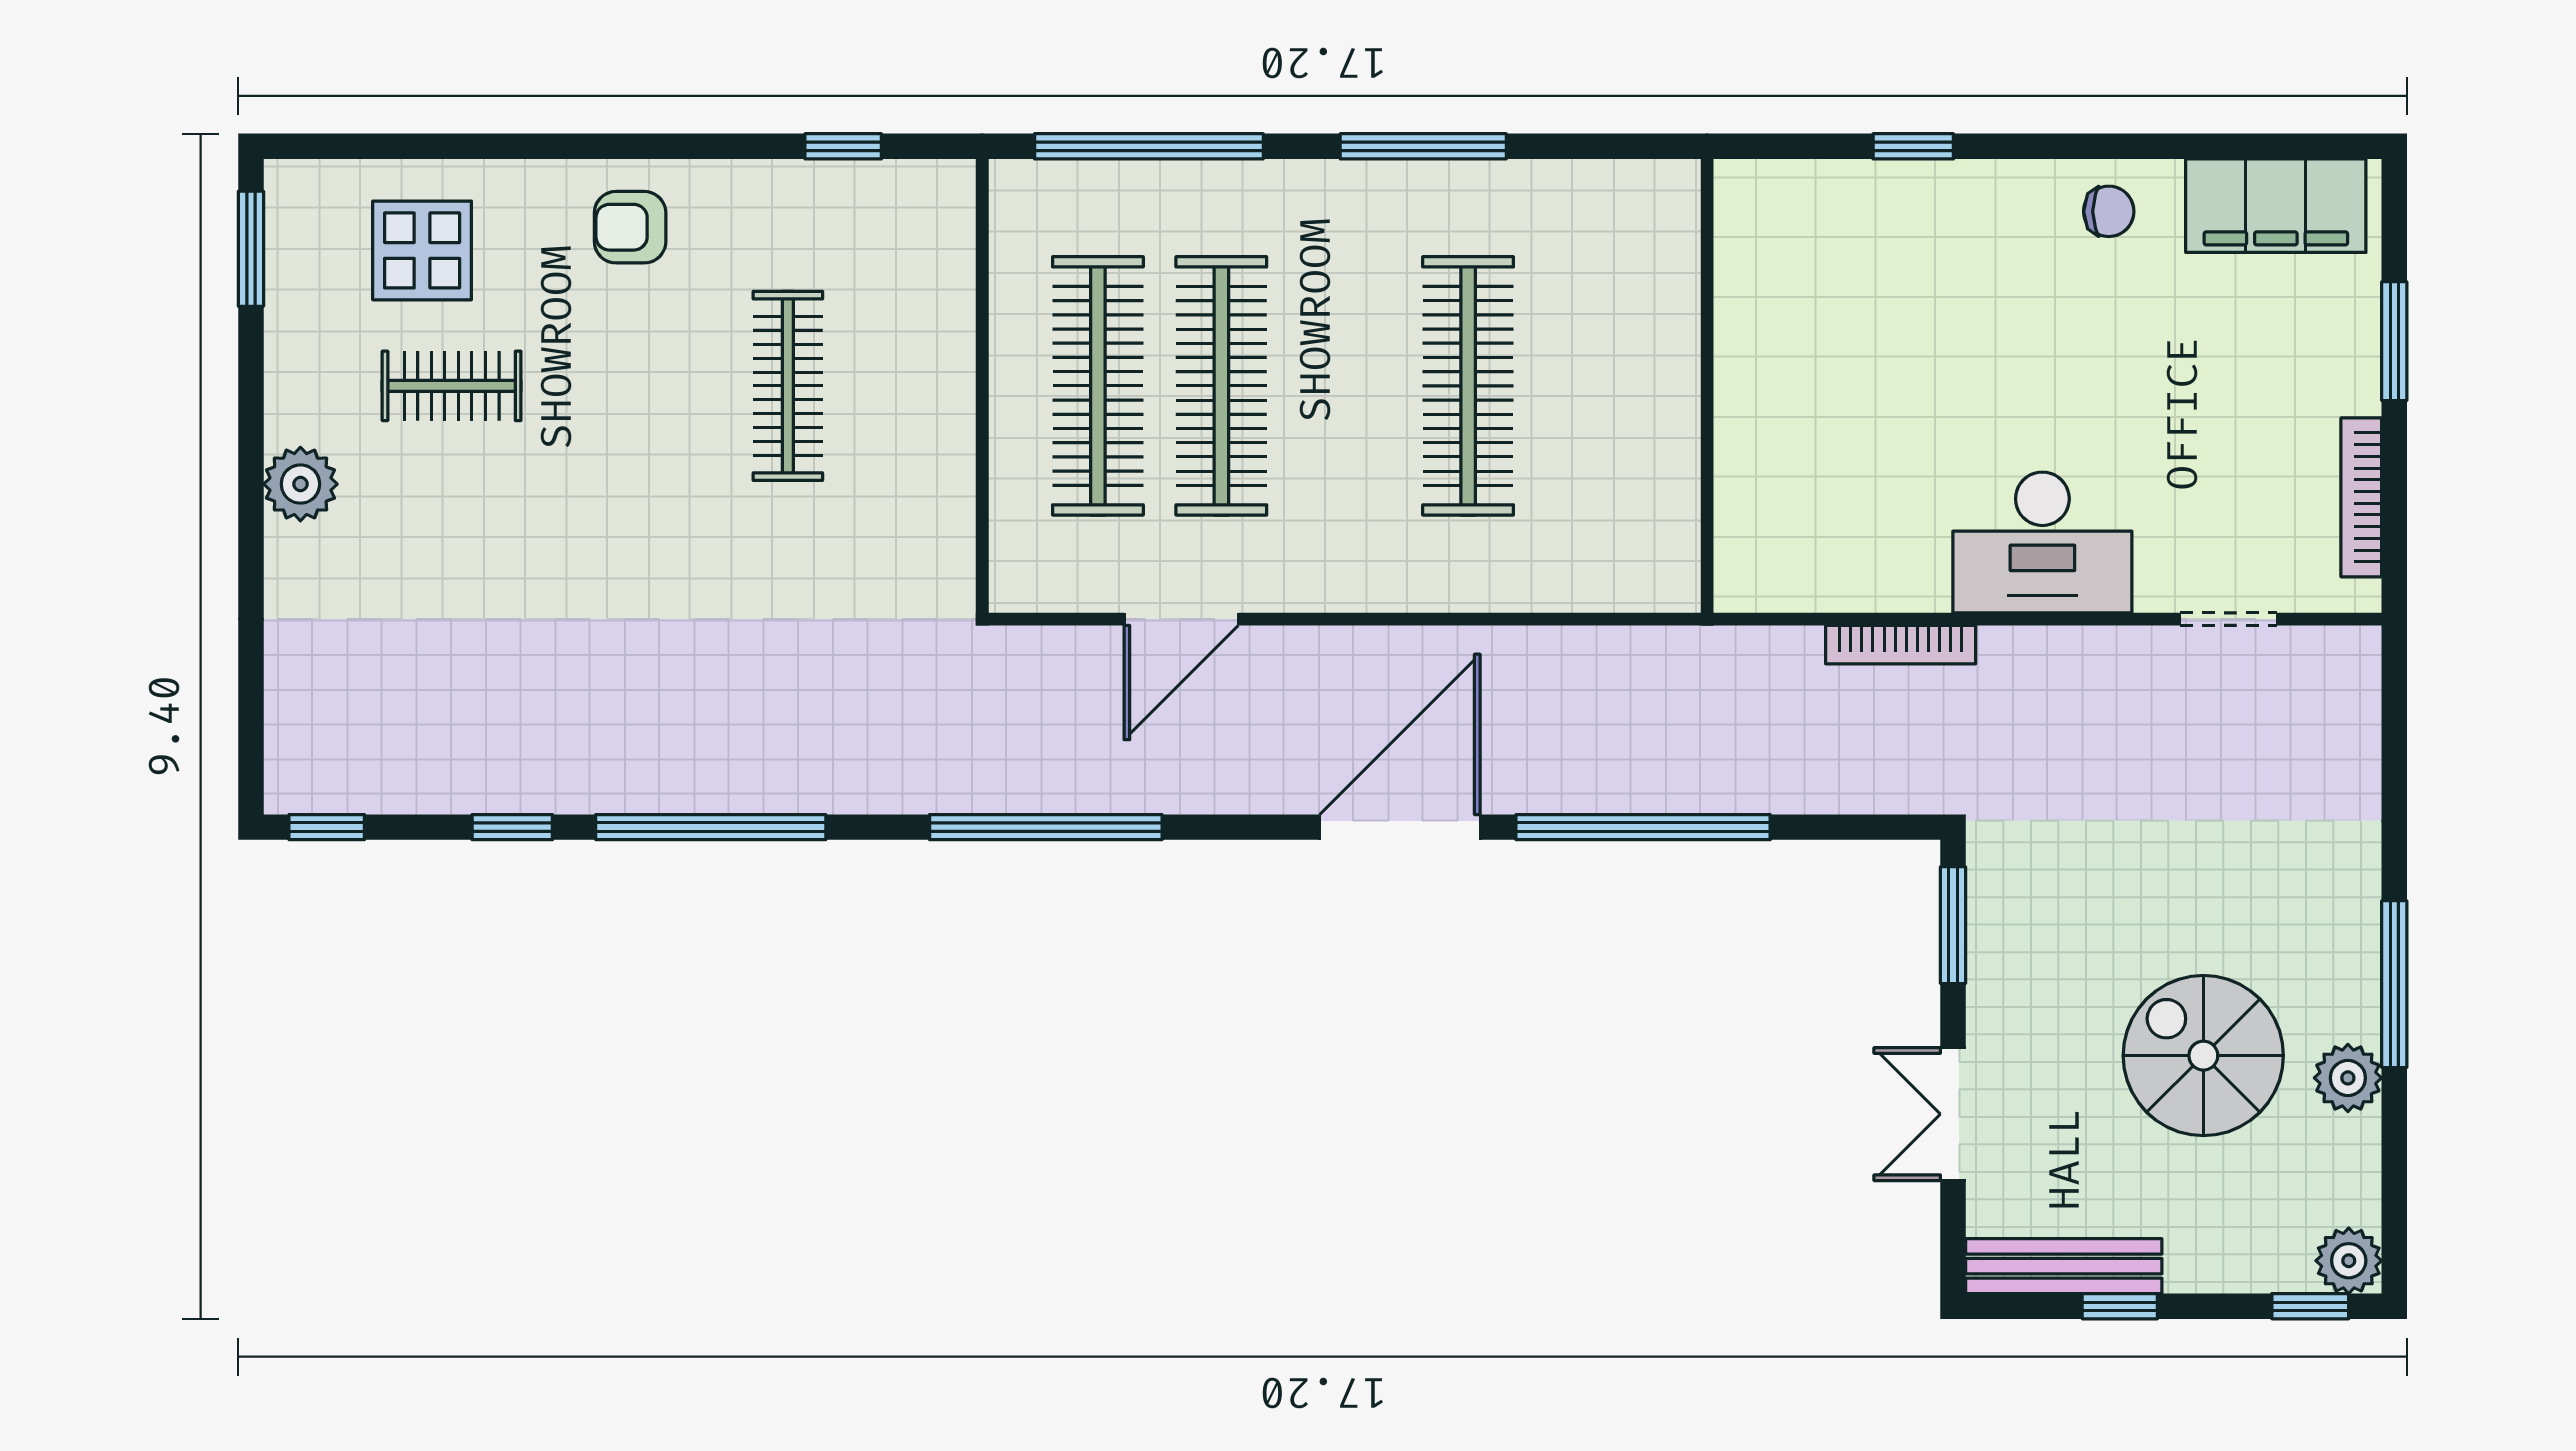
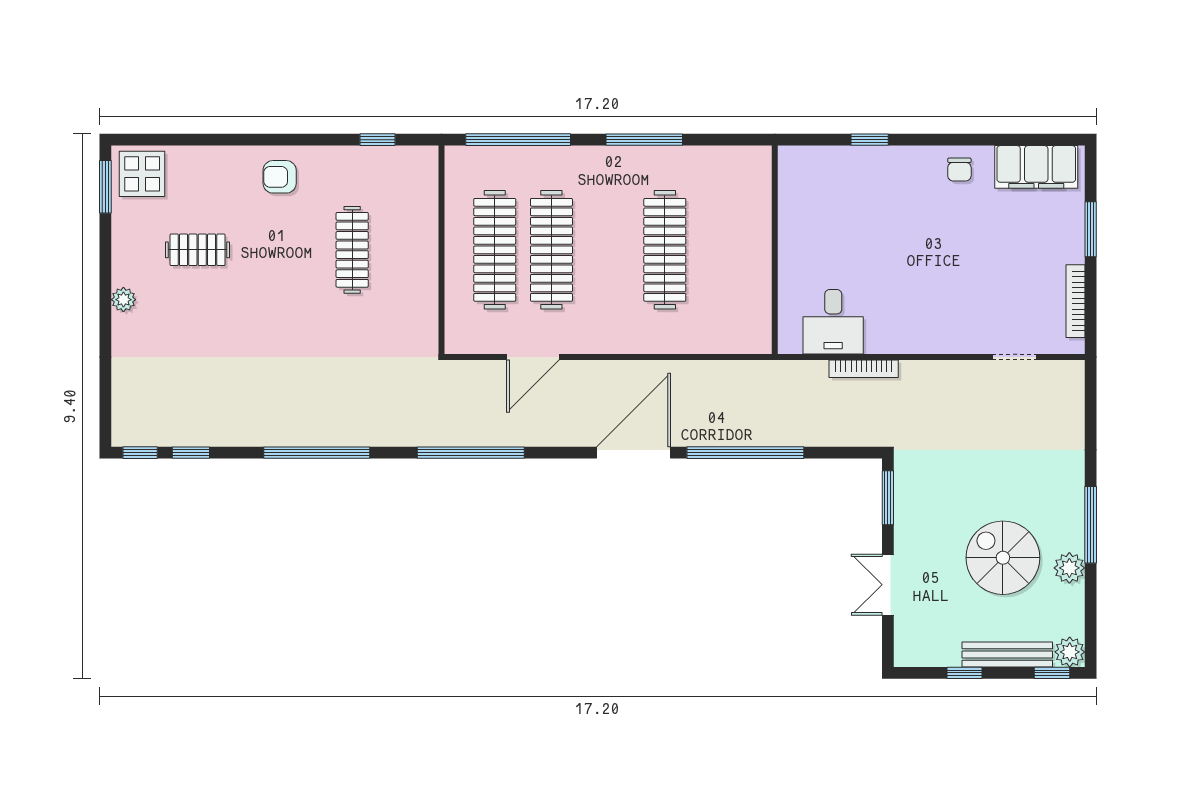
chair: (2109, 211) -> (959, 170), turned 90
display table: (422, 250) -> (142, 174), moved
plant: (300, 484) -> (123, 300), width x0.73, depth x0.73
desk: (2042, 542) -> (833, 322), moved, width x0.73
window: (512, 827) -> (191, 453), moved
bench: (2064, 1266) -> (1007, 654), moved

